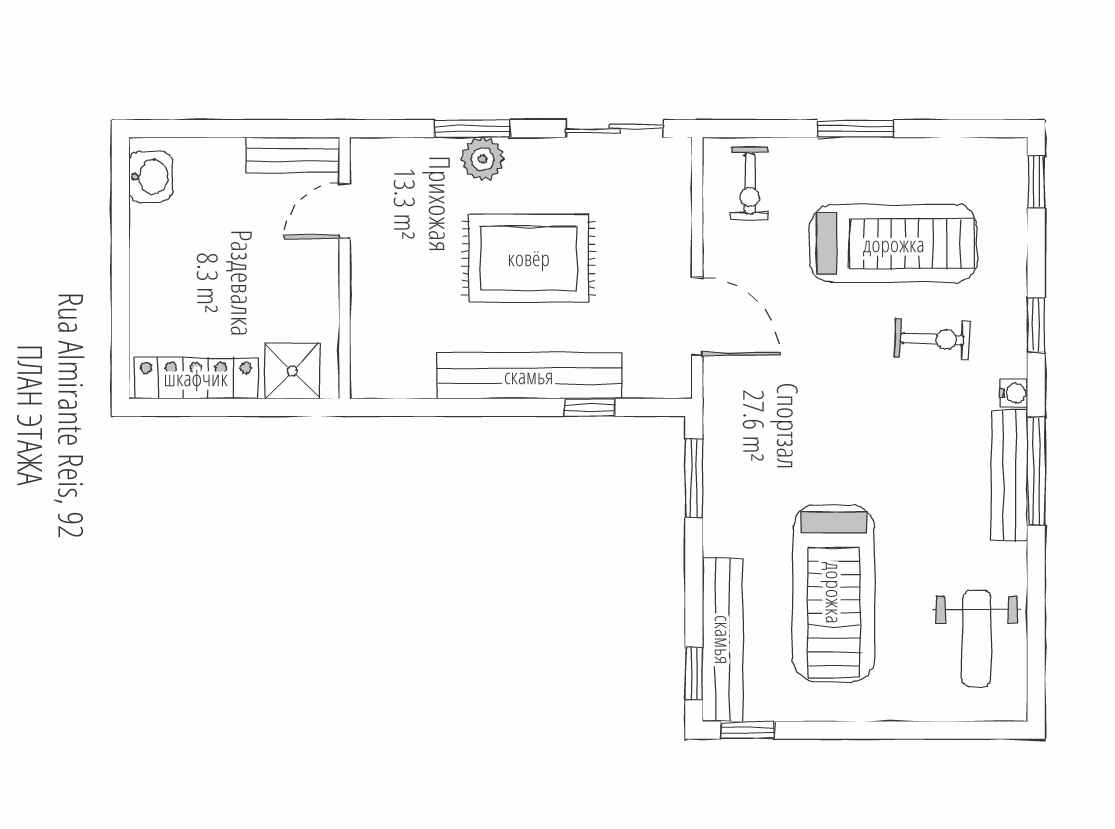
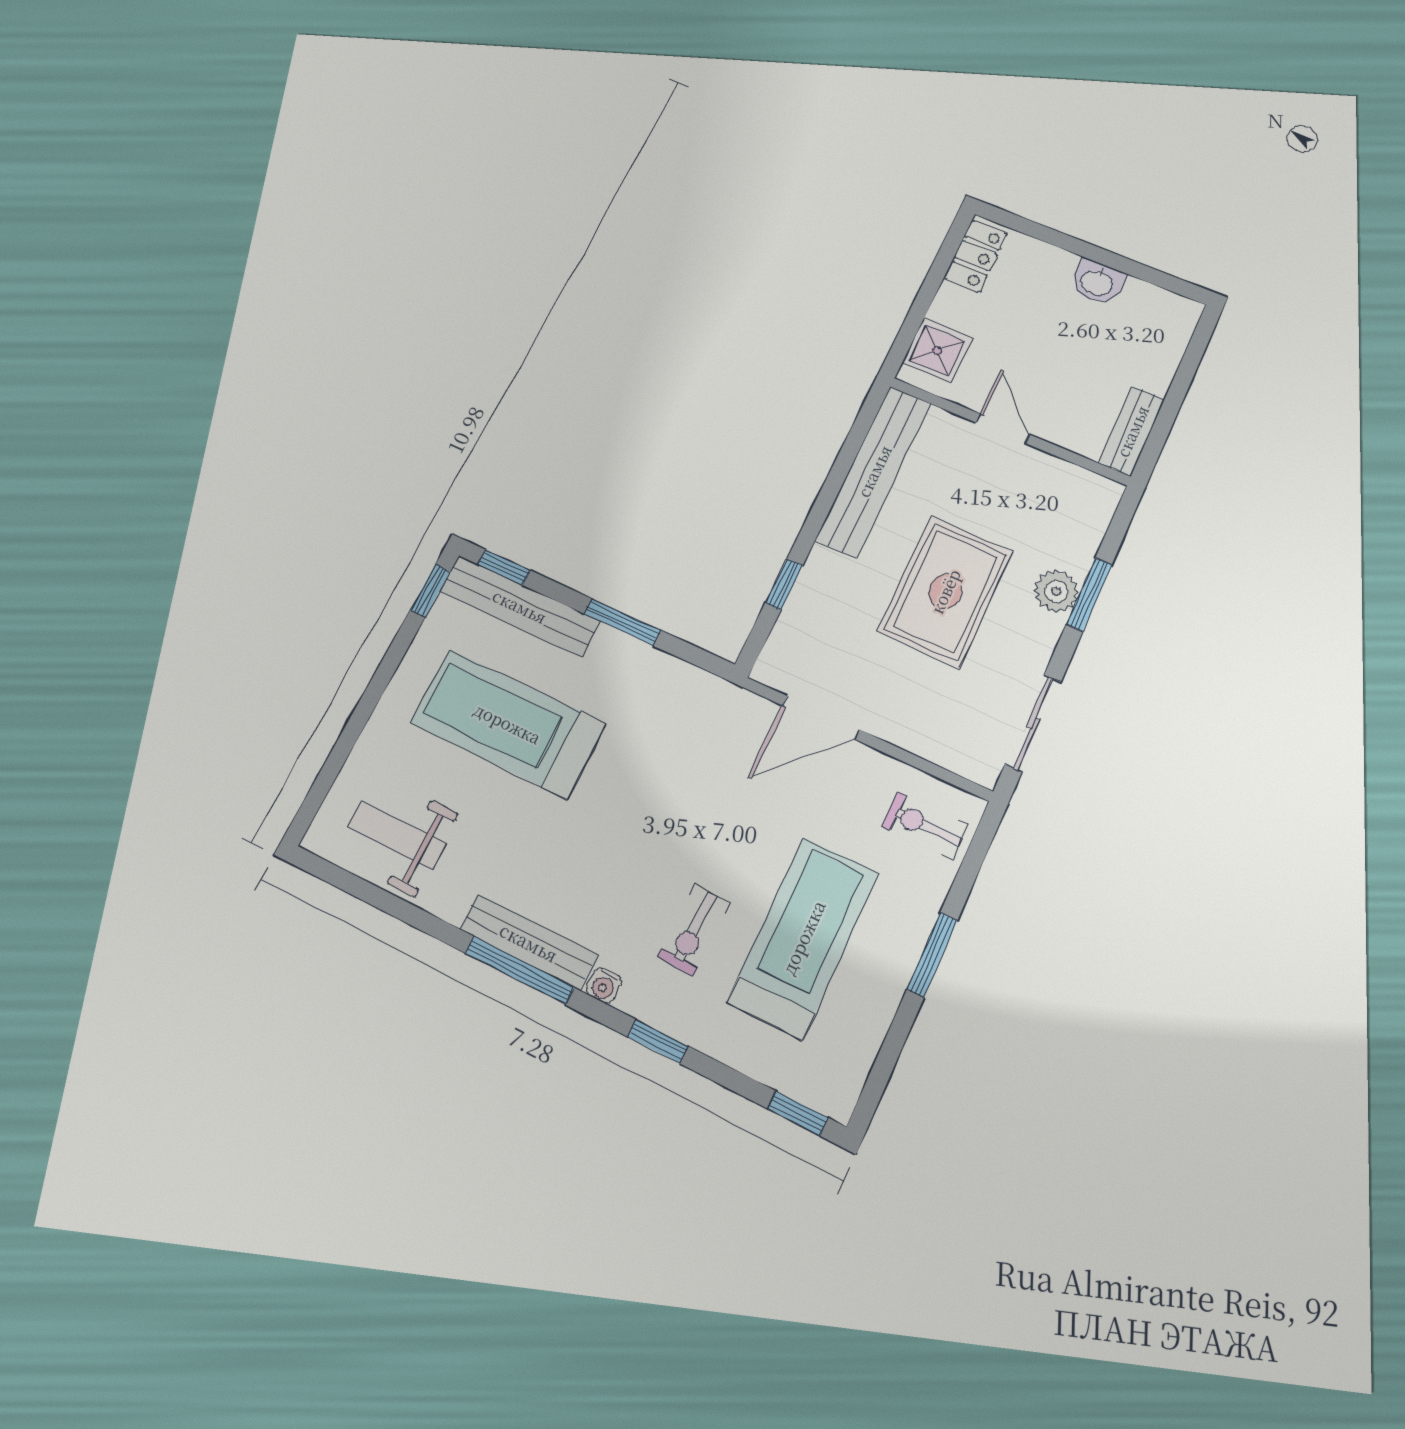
washbasin: (151, 177) -> (1097, 282), moved
door: (345, 211) -> (1003, 428), moved
treadmill: (894, 244) -> (803, 937), turned 180
bench: (529, 376) -> (874, 471), moved
locker: (196, 378) -> (976, 256), width x0.66
window: (694, 478) -> (622, 622), moved

